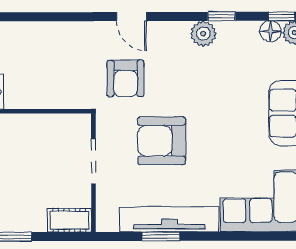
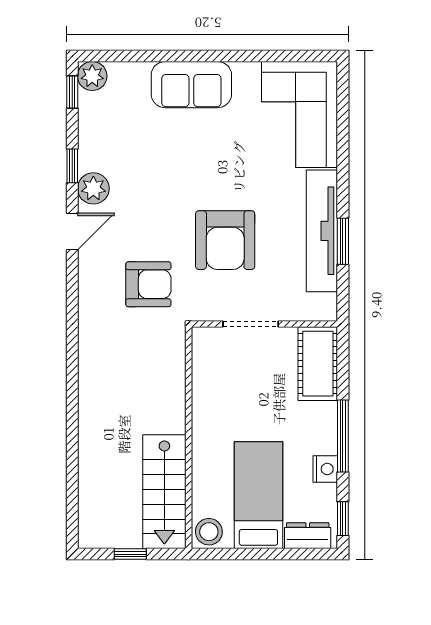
door: (131, 17) -> (72, 231), moved
floor lamp: (270, 31) -> (91, 106), removed
cot: (69, 220) -> (318, 364), width x1.37, depth x1.34

